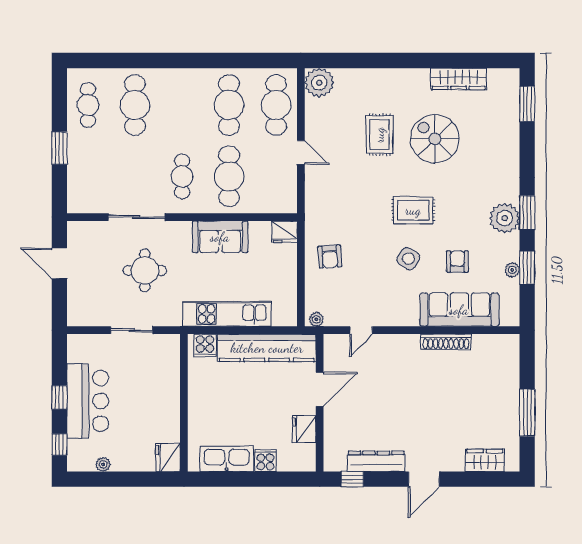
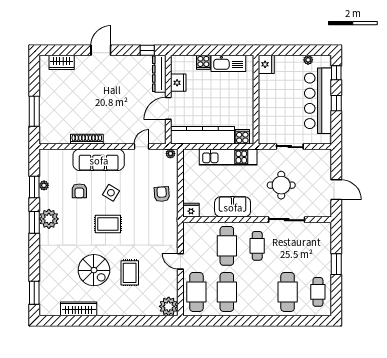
sofa: (459, 310) -> (99, 160), moved
bar counter: (88, 401) -> (318, 101), width x1.36
window: (527, 413) -> (34, 111), moved
dresser: (376, 461) -> (159, 74), moved, turned 90

